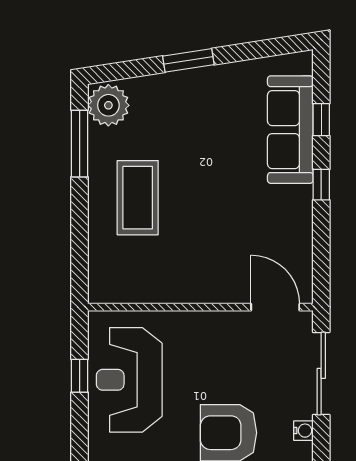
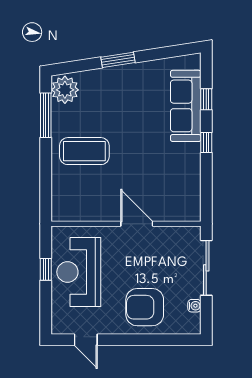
coffee table: (138, 198) -> (84, 151), turned 90
door: (275, 307) -> (137, 224), moved

